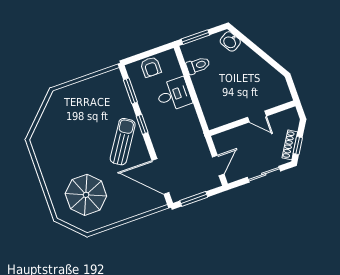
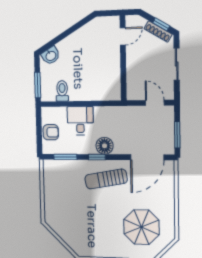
door: (257, 117) -> (123, 36), moved
floor lamp: (157, 129) -> (105, 146), added
sun lounger: (123, 142) -> (106, 179), turned -43

